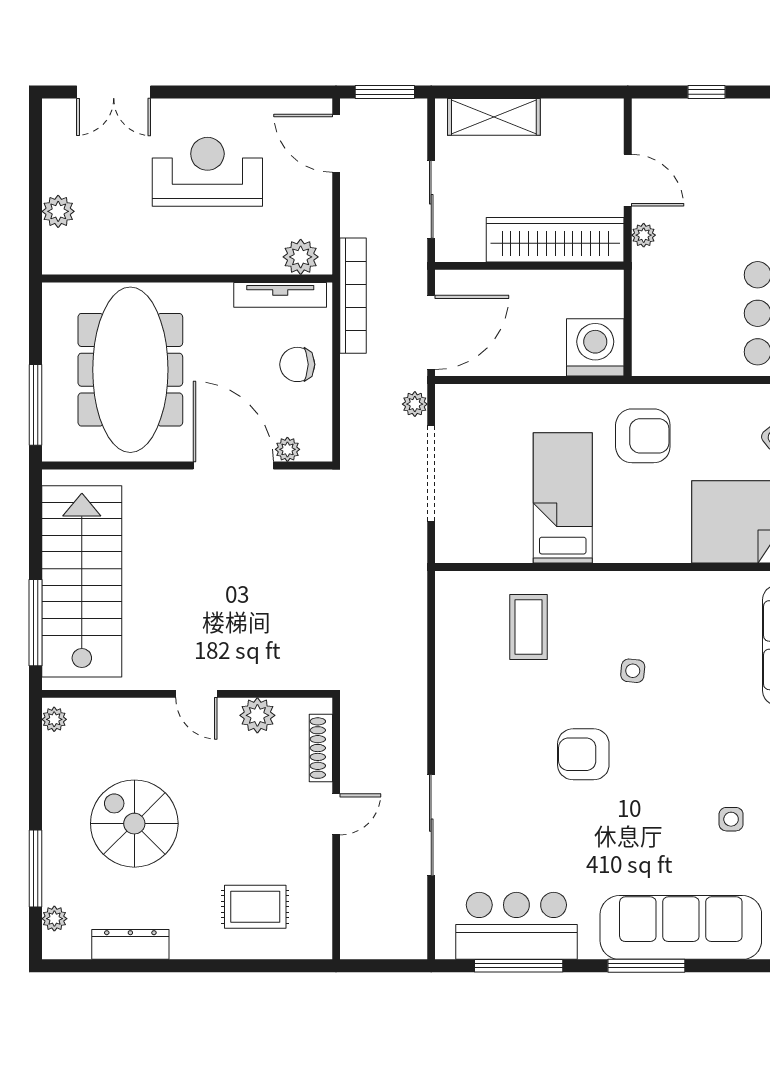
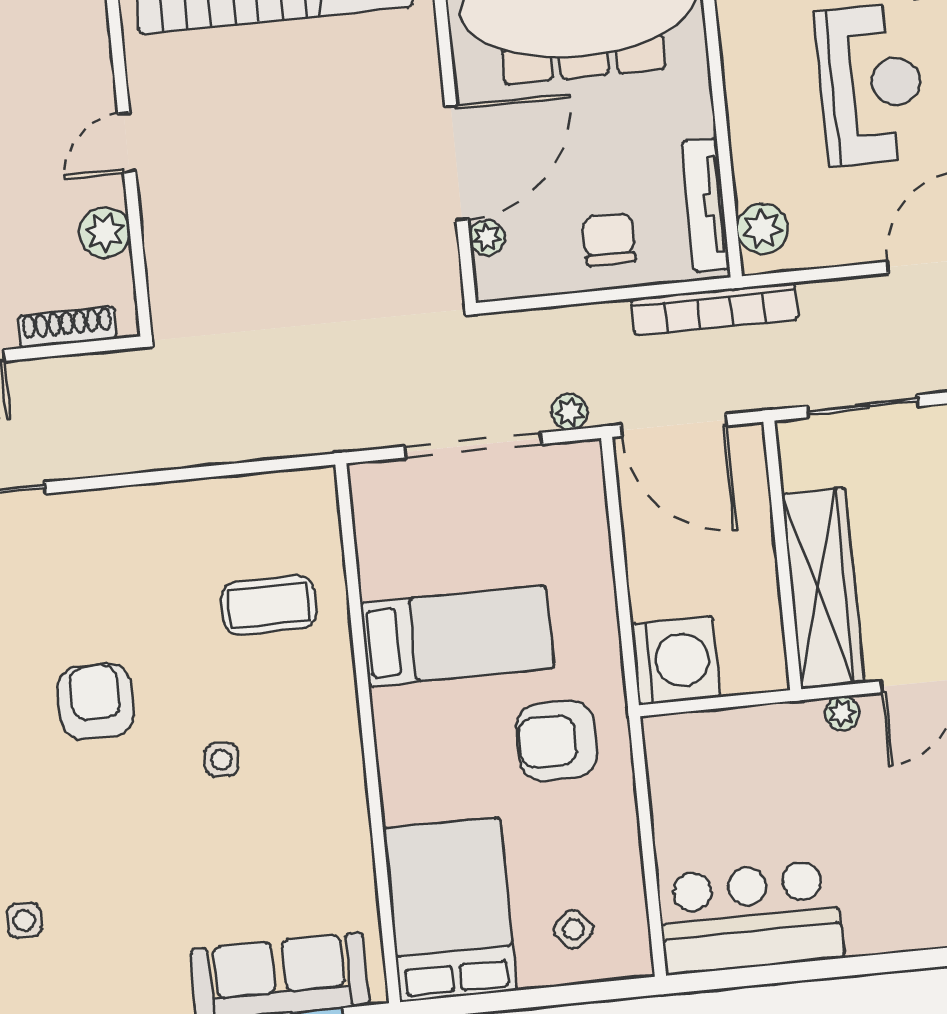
armchair: (643, 436) -> (557, 741), turned 90

